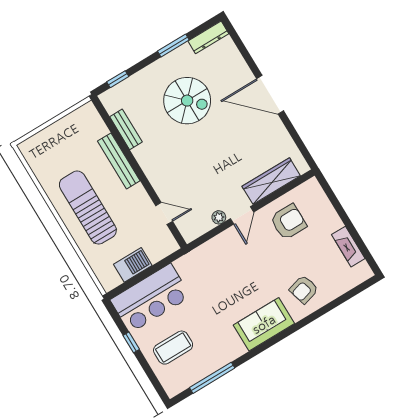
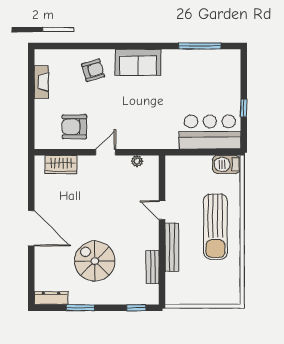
wardrobe: (271, 181) -> (61, 164), width x0.67
door: (164, 213) -> (162, 210), moved
plant: (219, 217) -> (137, 161), moved
barbecue: (133, 265) -> (227, 164), moved
coffee table: (173, 348) -> (215, 86), removed

